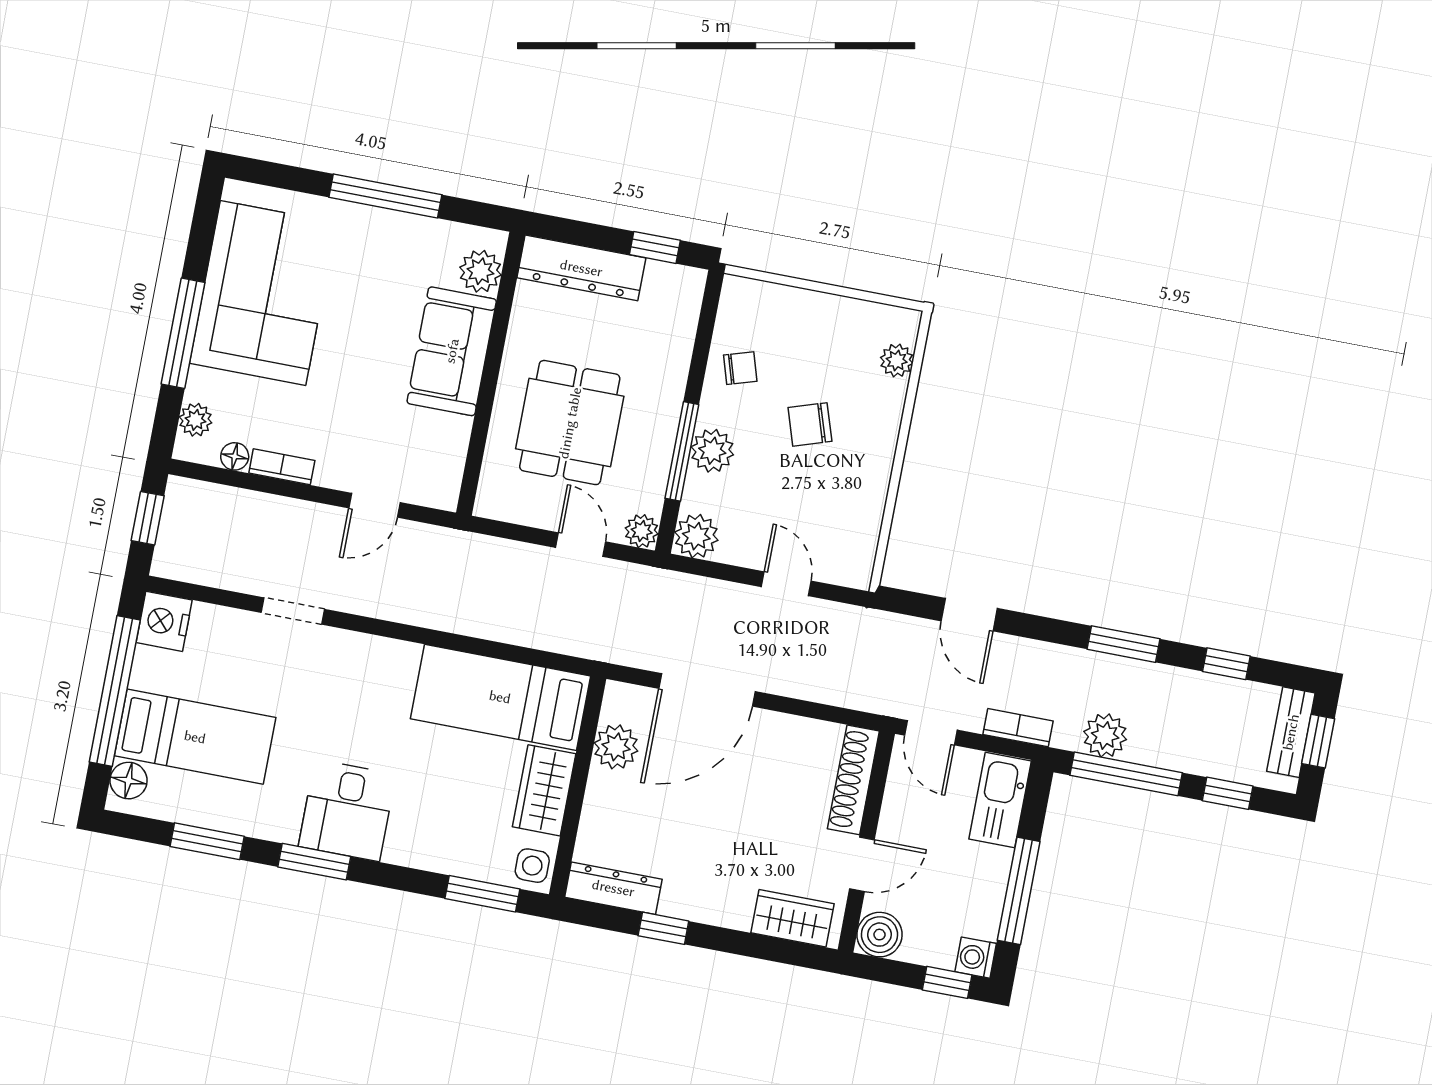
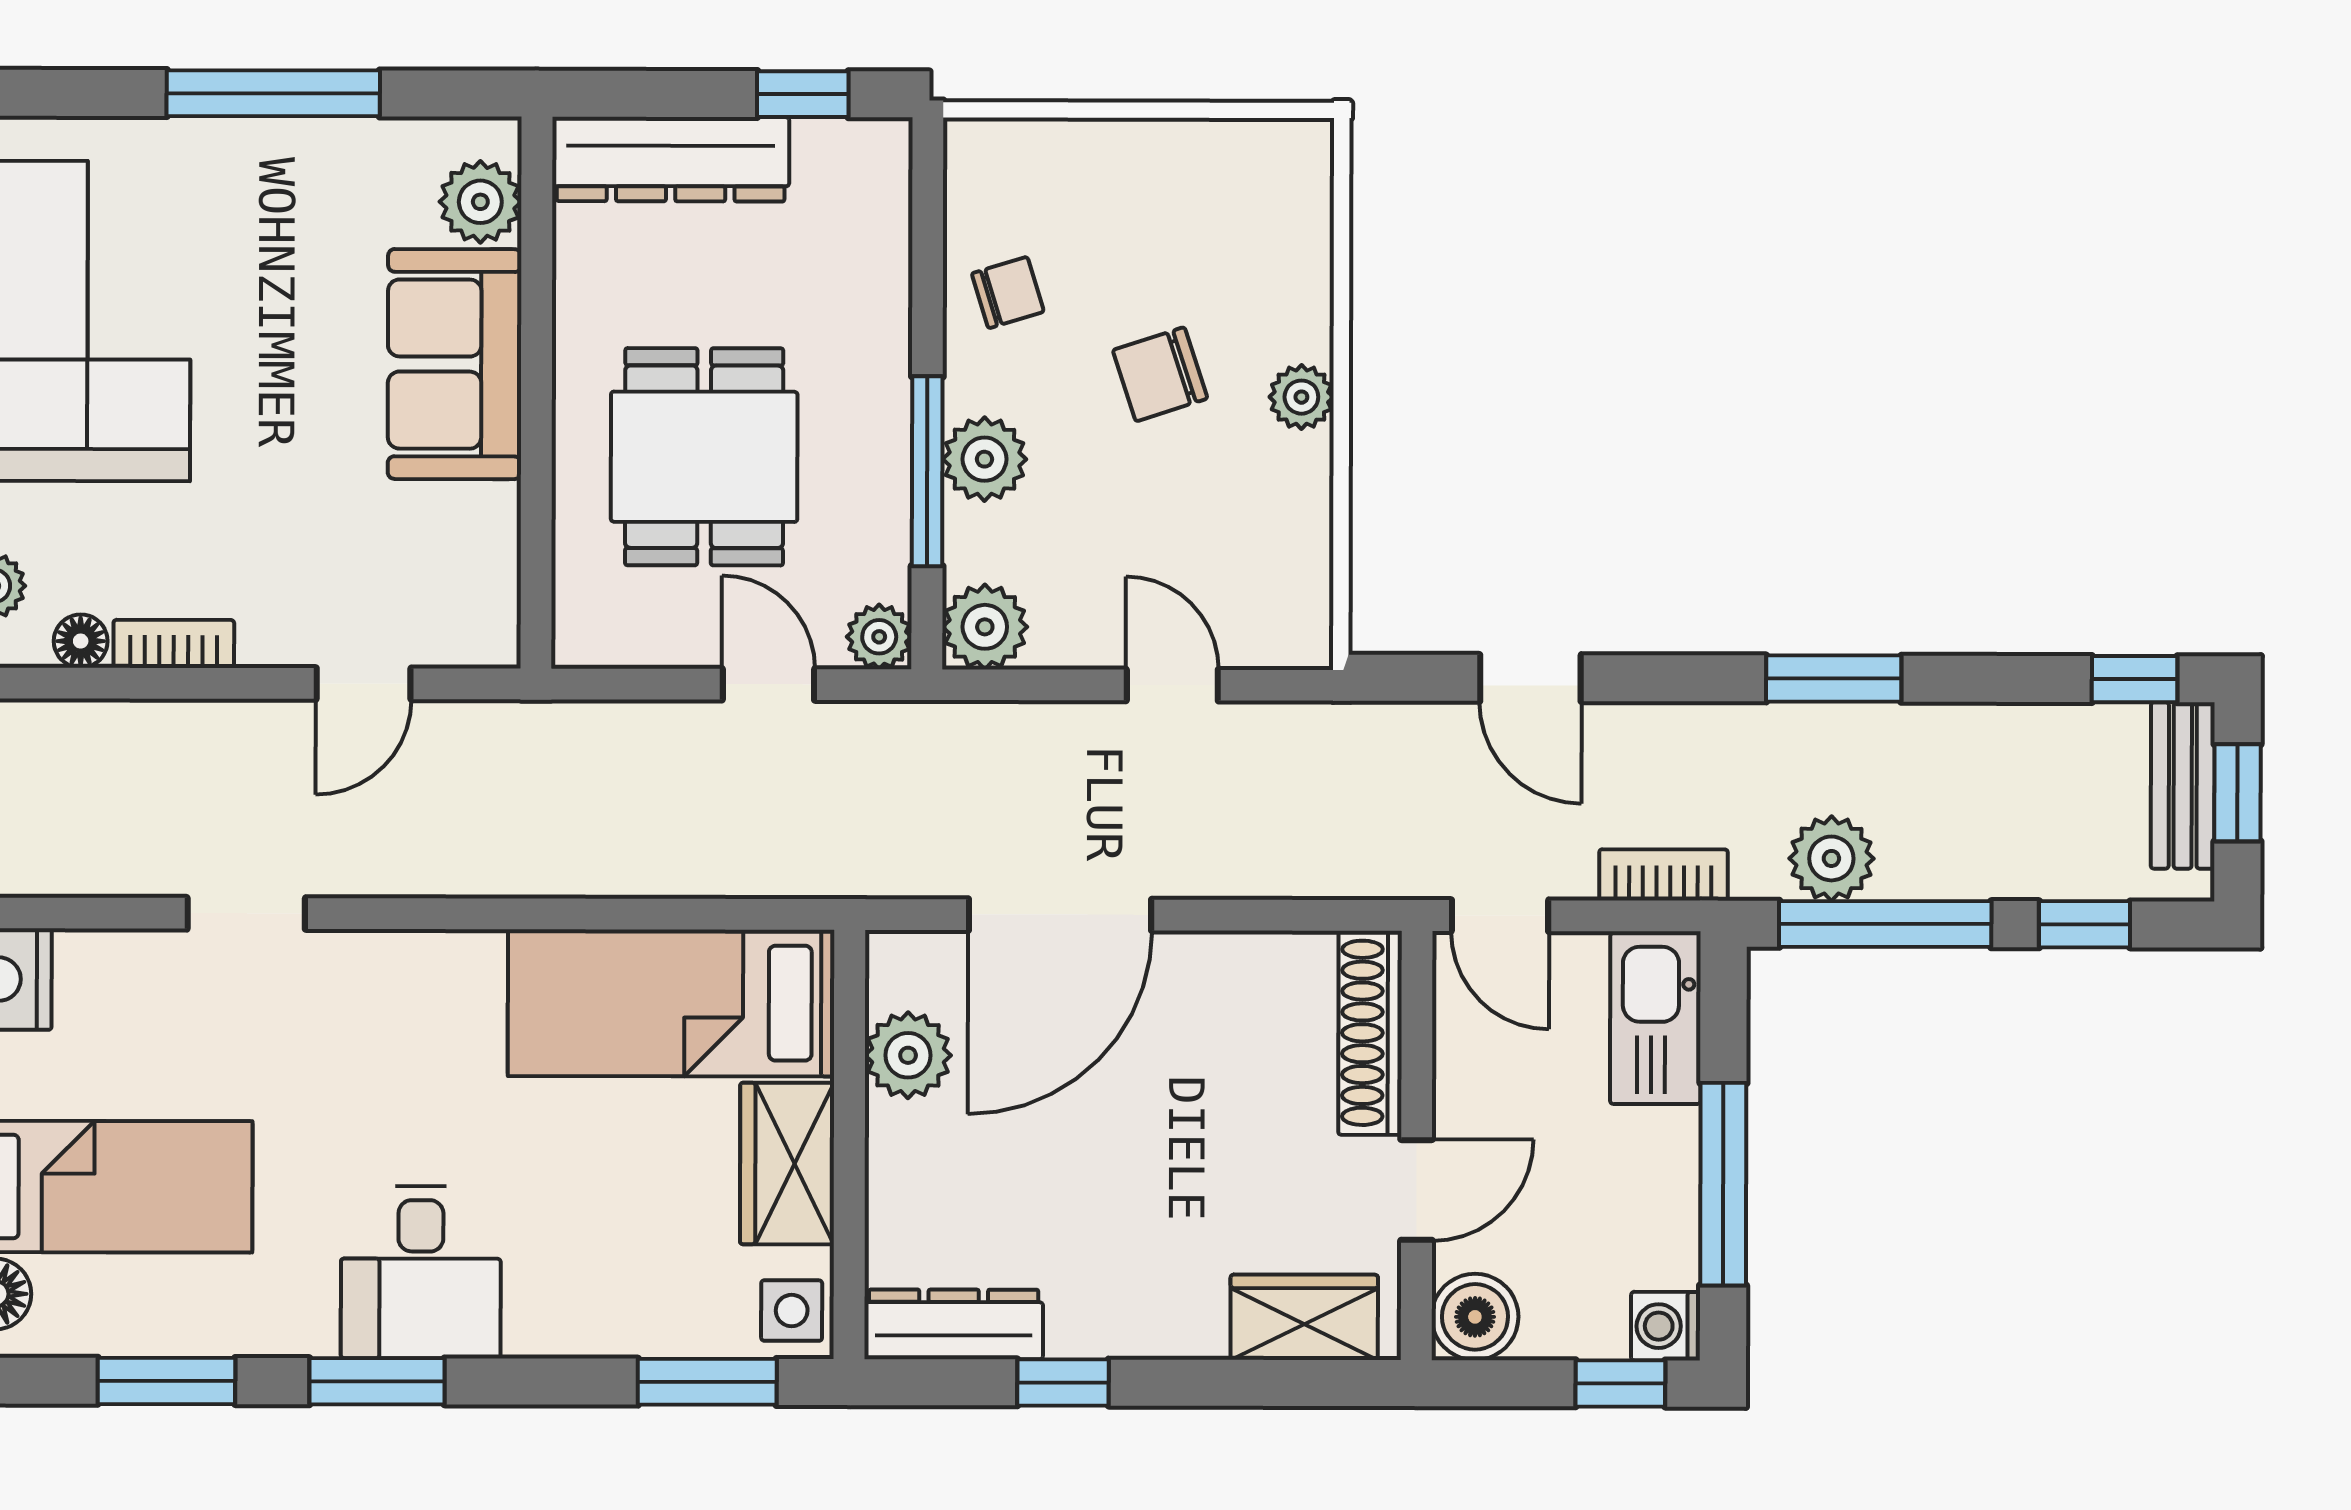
plant: (897, 360) -> (1301, 397), moved
window: (1226, 664) -> (2135, 679), moved

